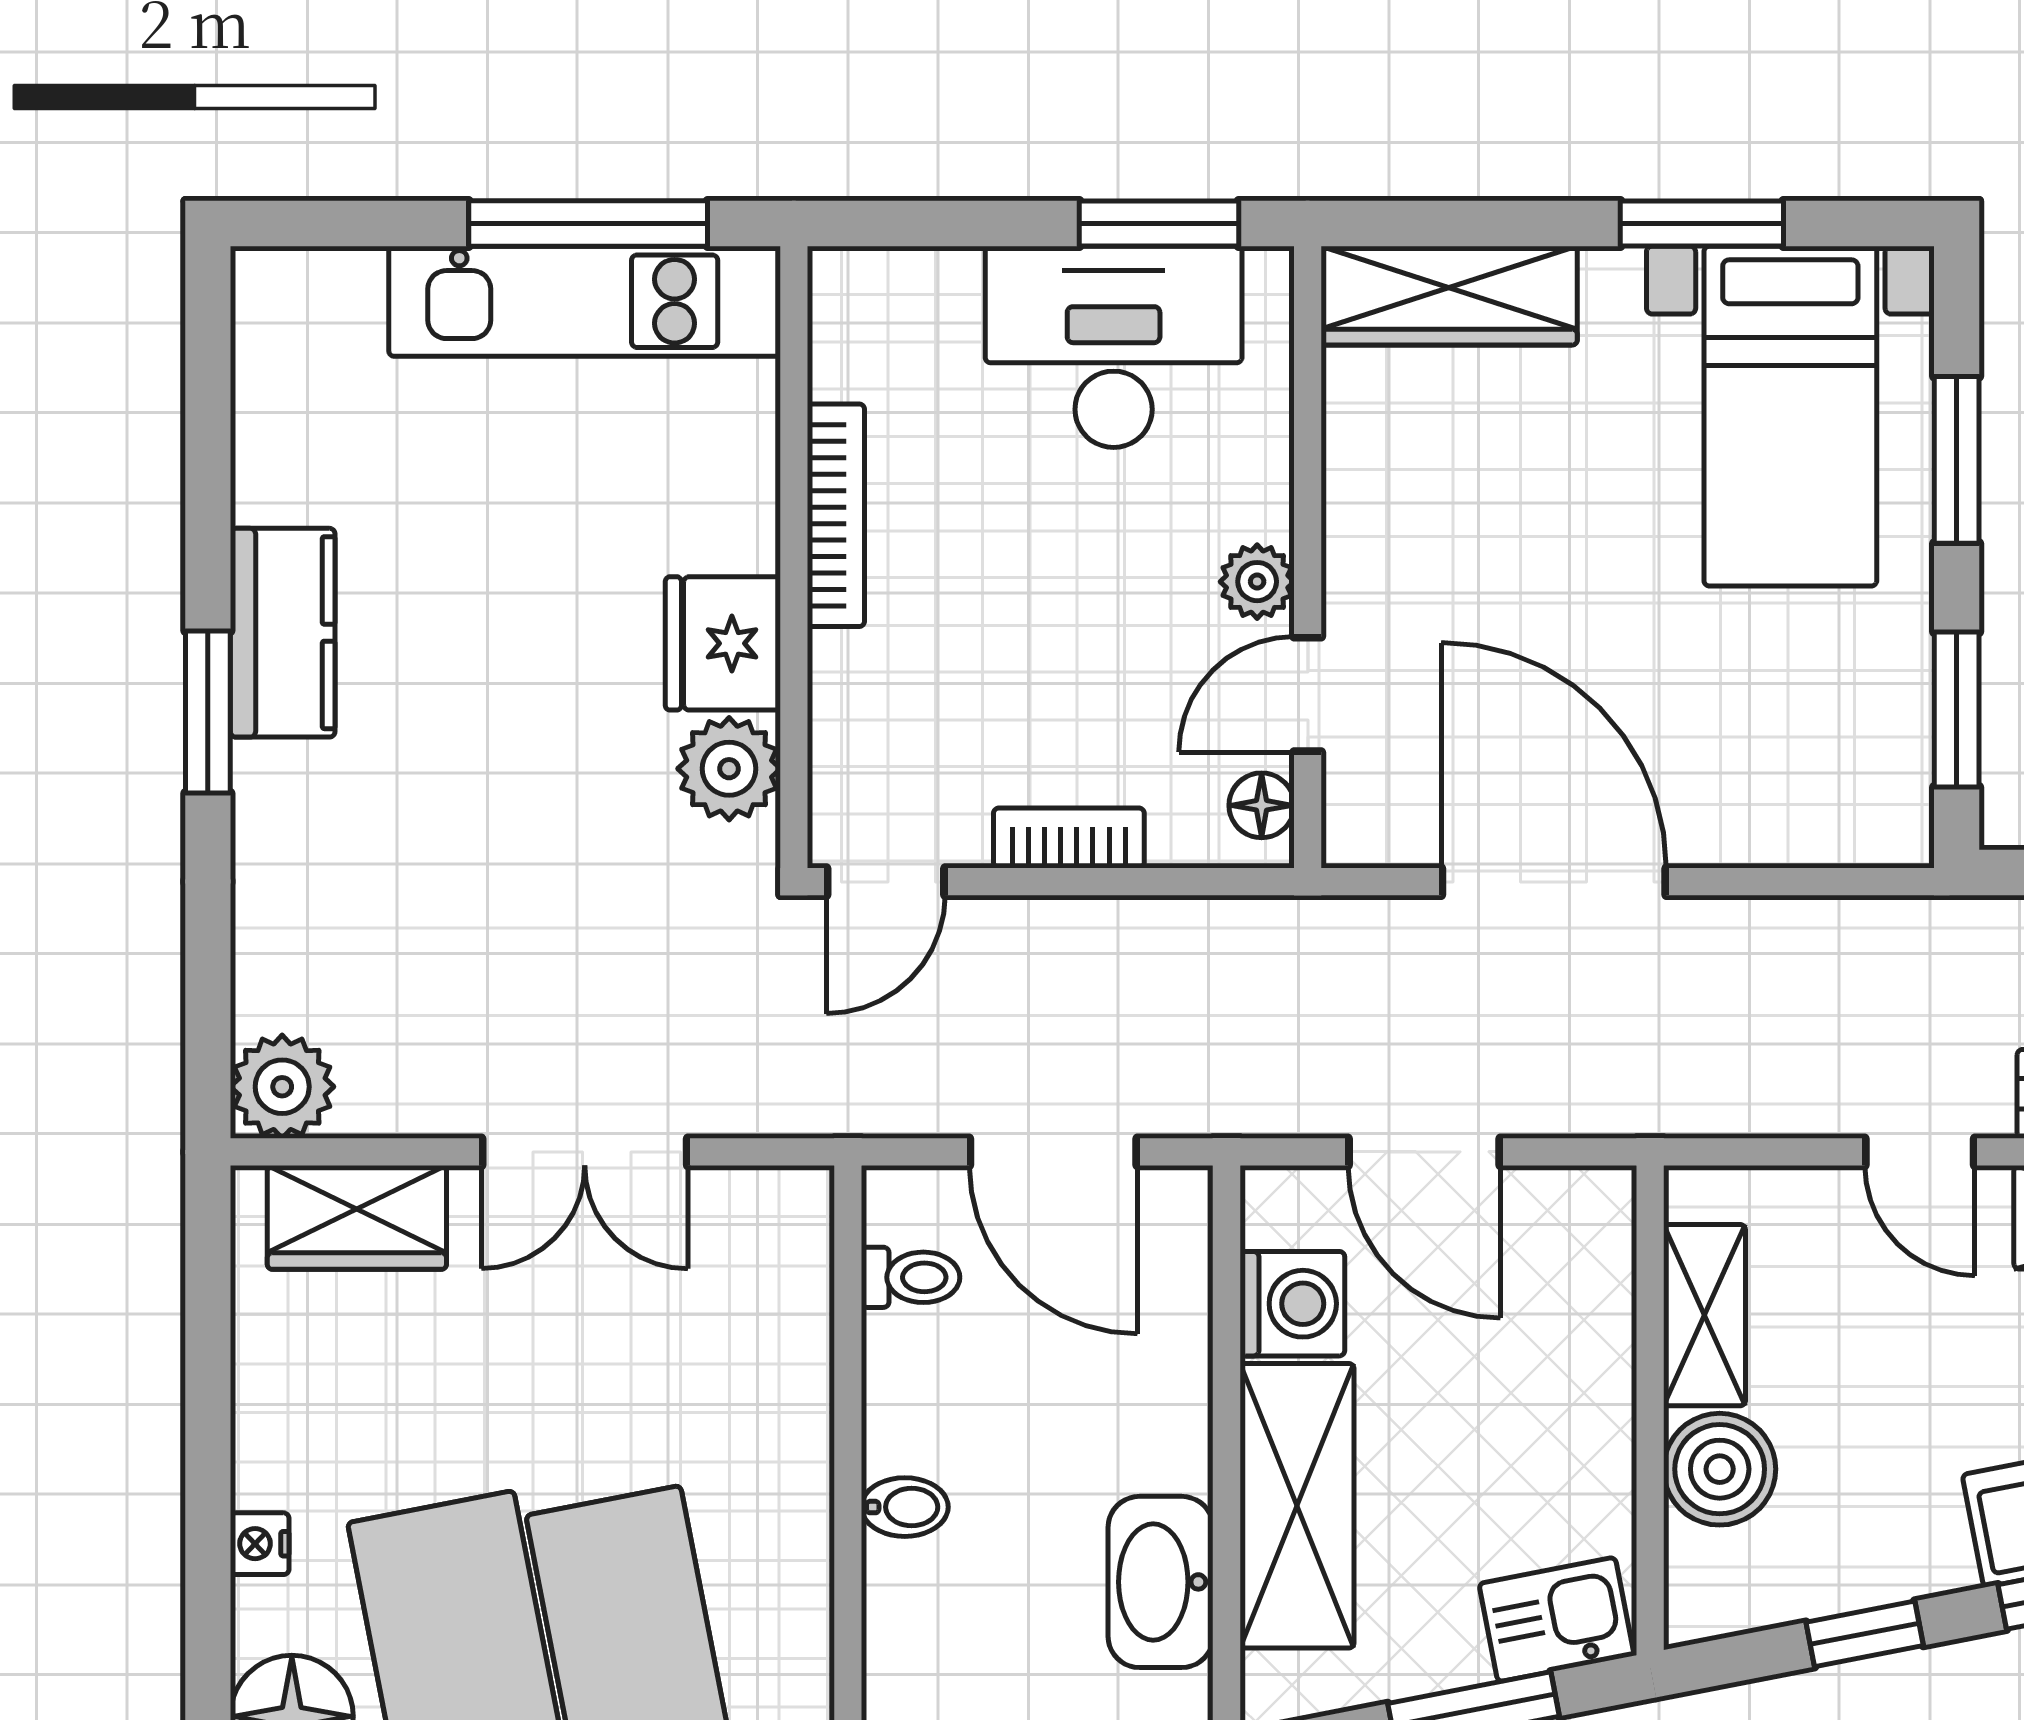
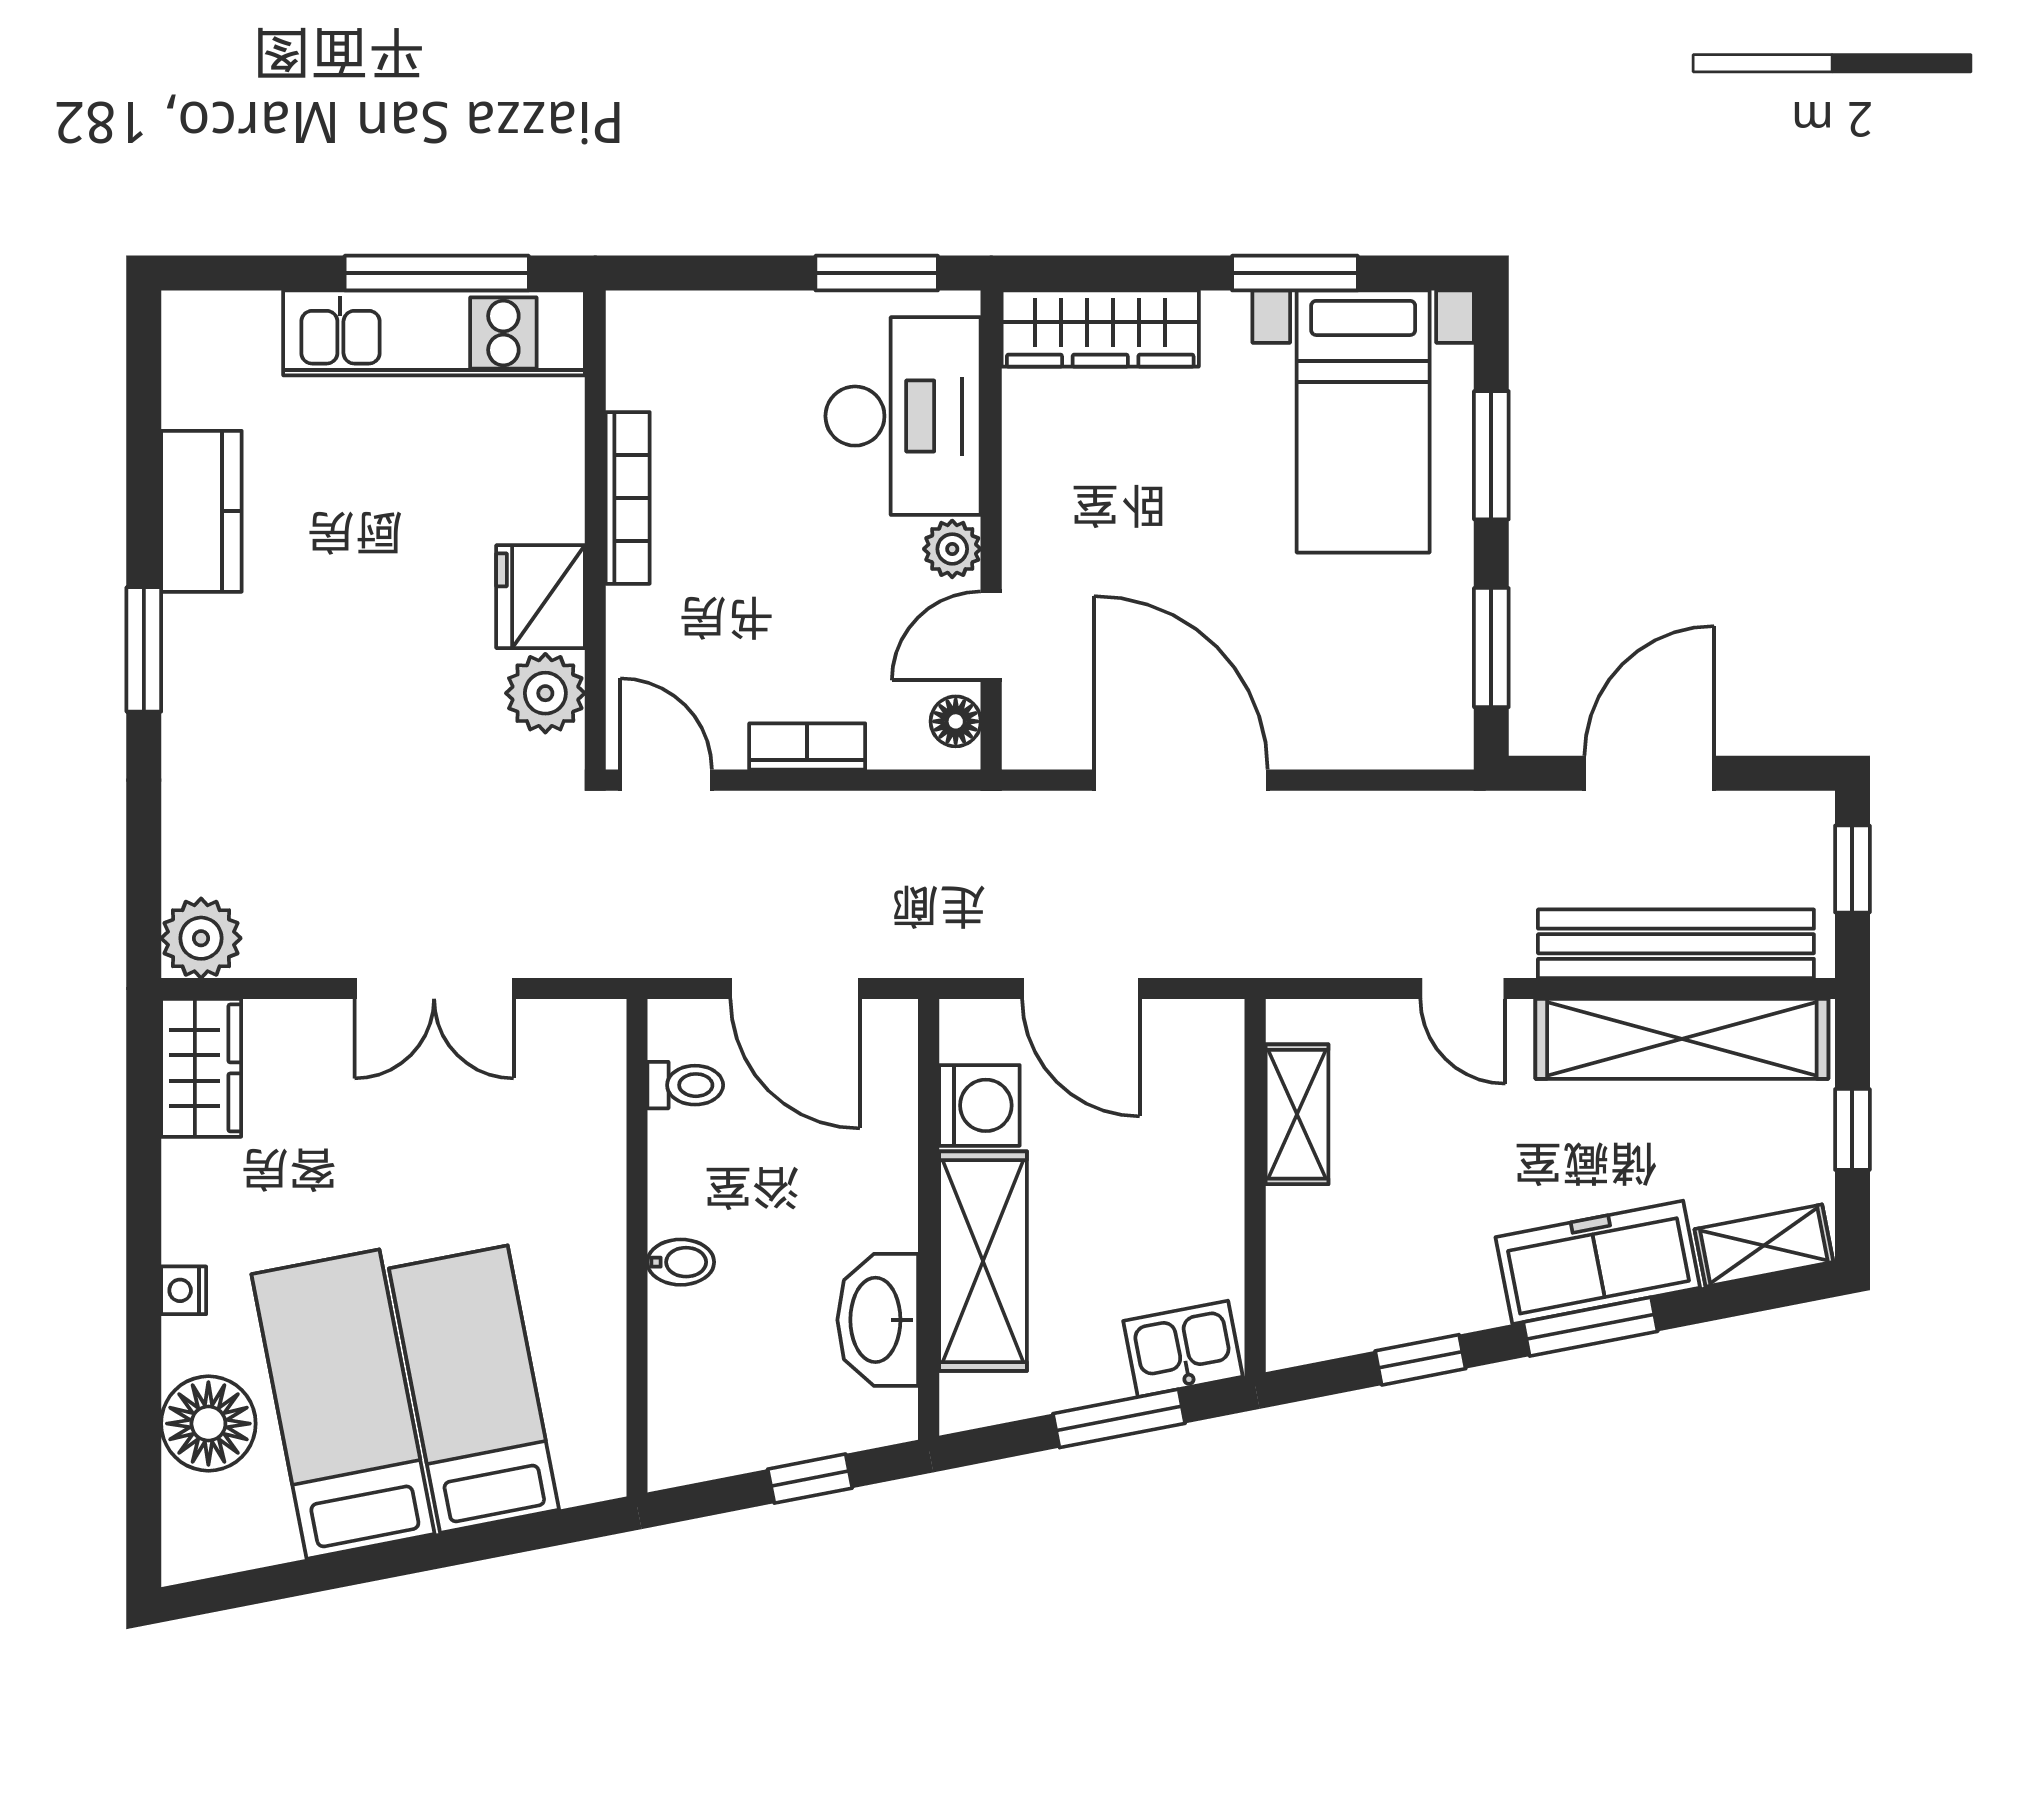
desk: (1114, 347) -> (903, 416), moved, turned 90
kitchen counter: (283, 633) -> (201, 511), moved
door: (886, 882) -> (666, 780), swing flipped
wardrobe: (357, 1217) -> (201, 1068), moved, turned -90
boiler: (1720, 1469) -> (1309, 1233), removed

